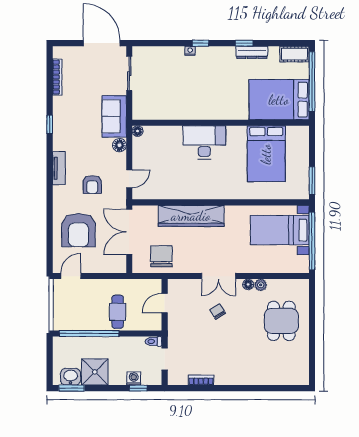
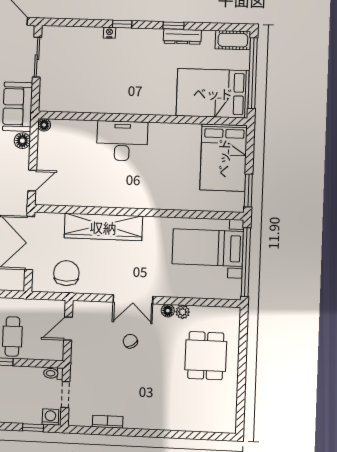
bed: (266, 154) -> (223, 158), moved
washing machine: (134, 378) -> (50, 417), moved

